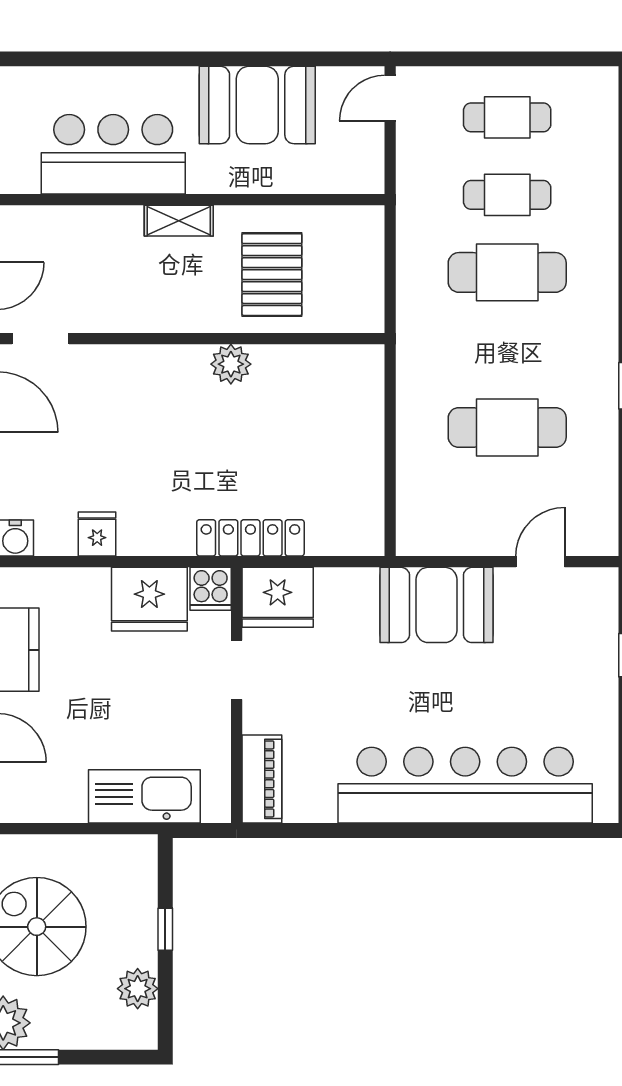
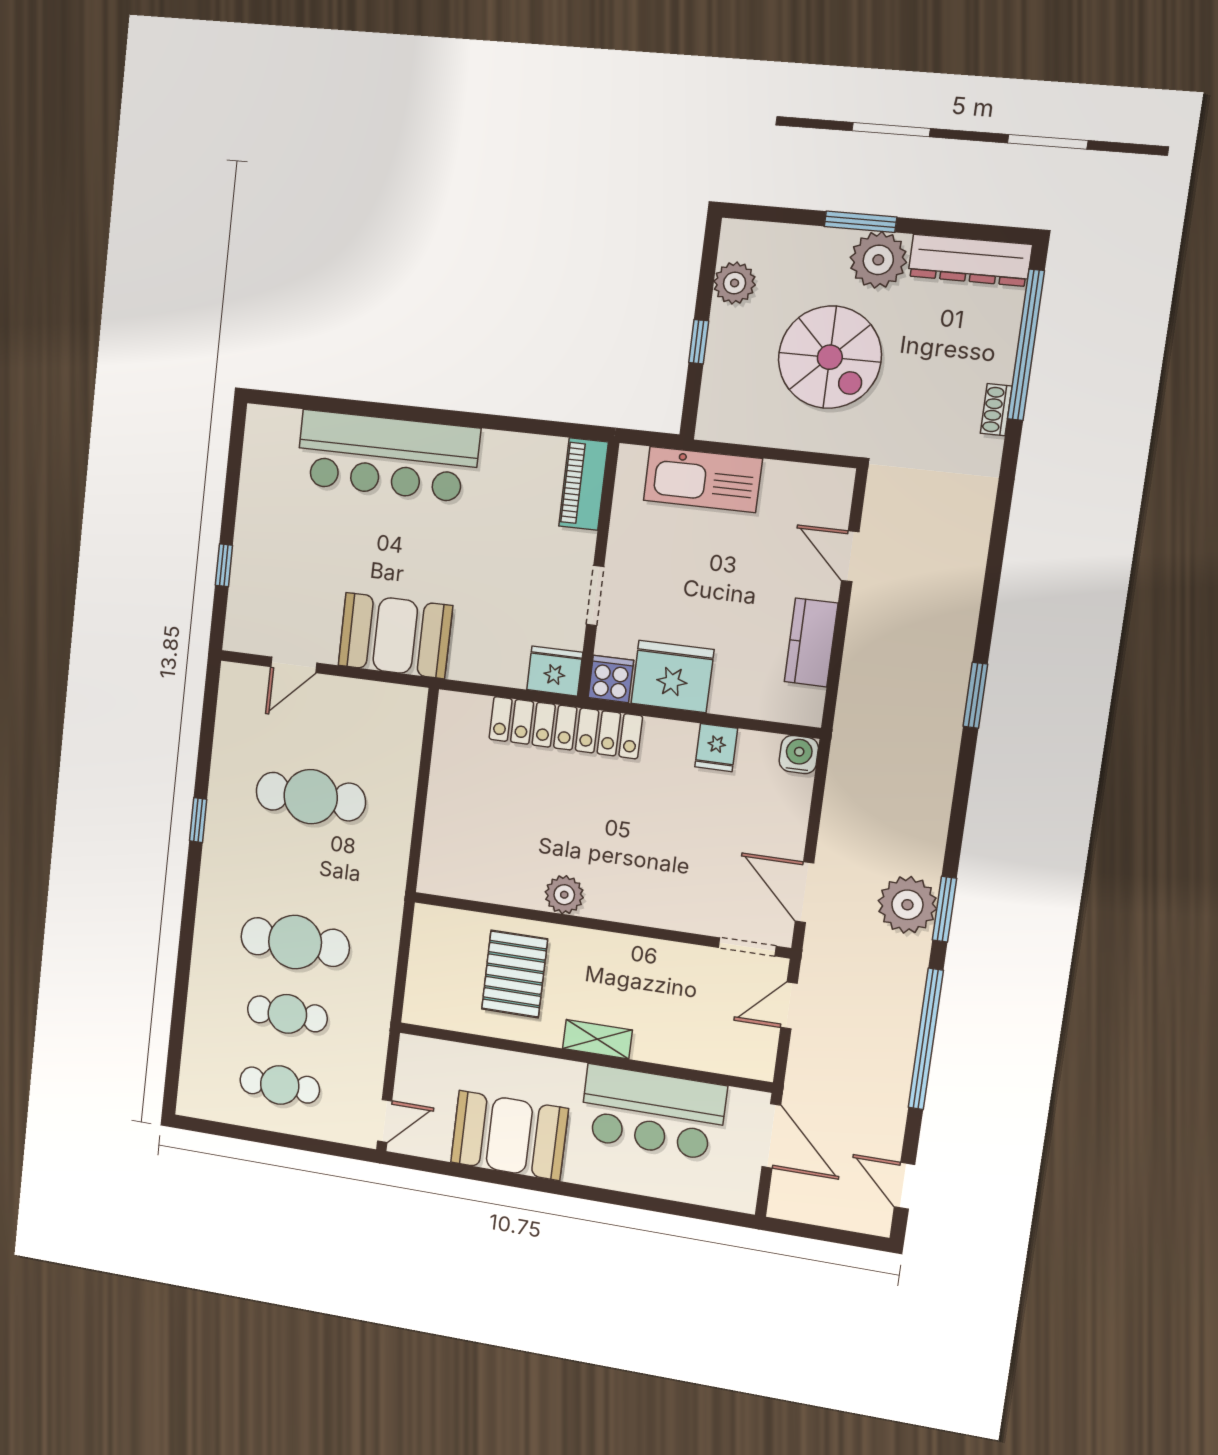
locker: (250, 538) -> (565, 728), width x1.41, depth x1.21
fridge: (278, 597) -> (555, 671), width x0.73, depth x0.75
bar counter: (465, 785) -> (388, 456), width x0.73

